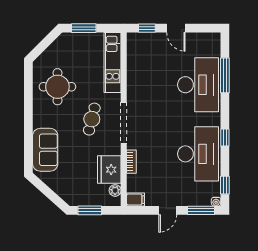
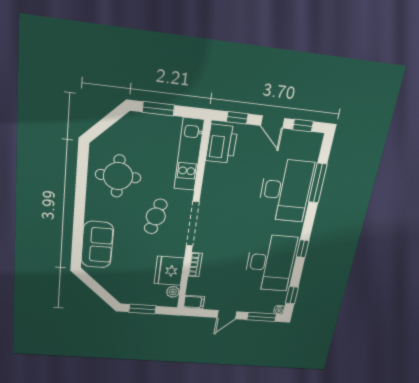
window: (201, 28) -> (303, 126), added
printer: (138, 51) -> (222, 144), added

